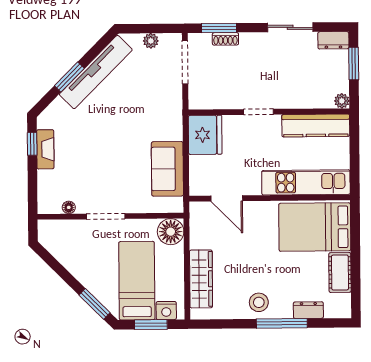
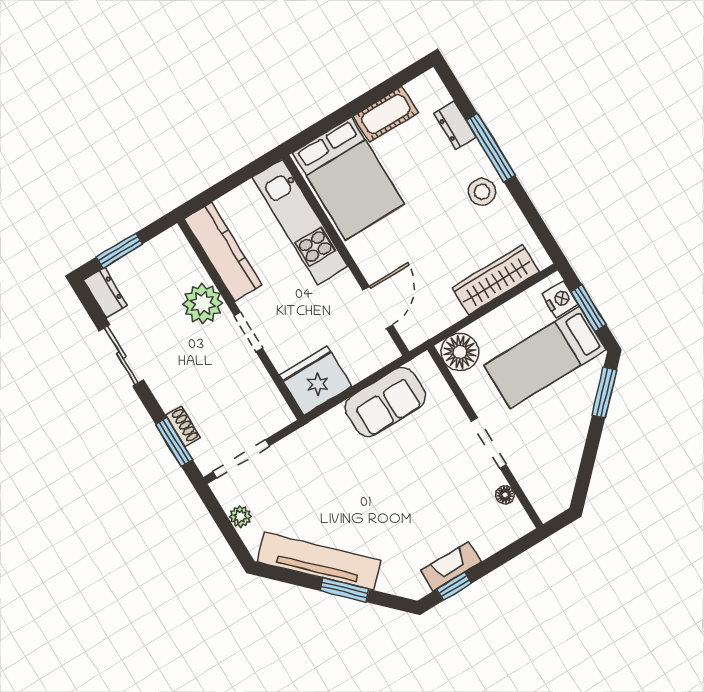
plant: (342, 101) -> (203, 304), moved, width x1.87, depth x1.87

